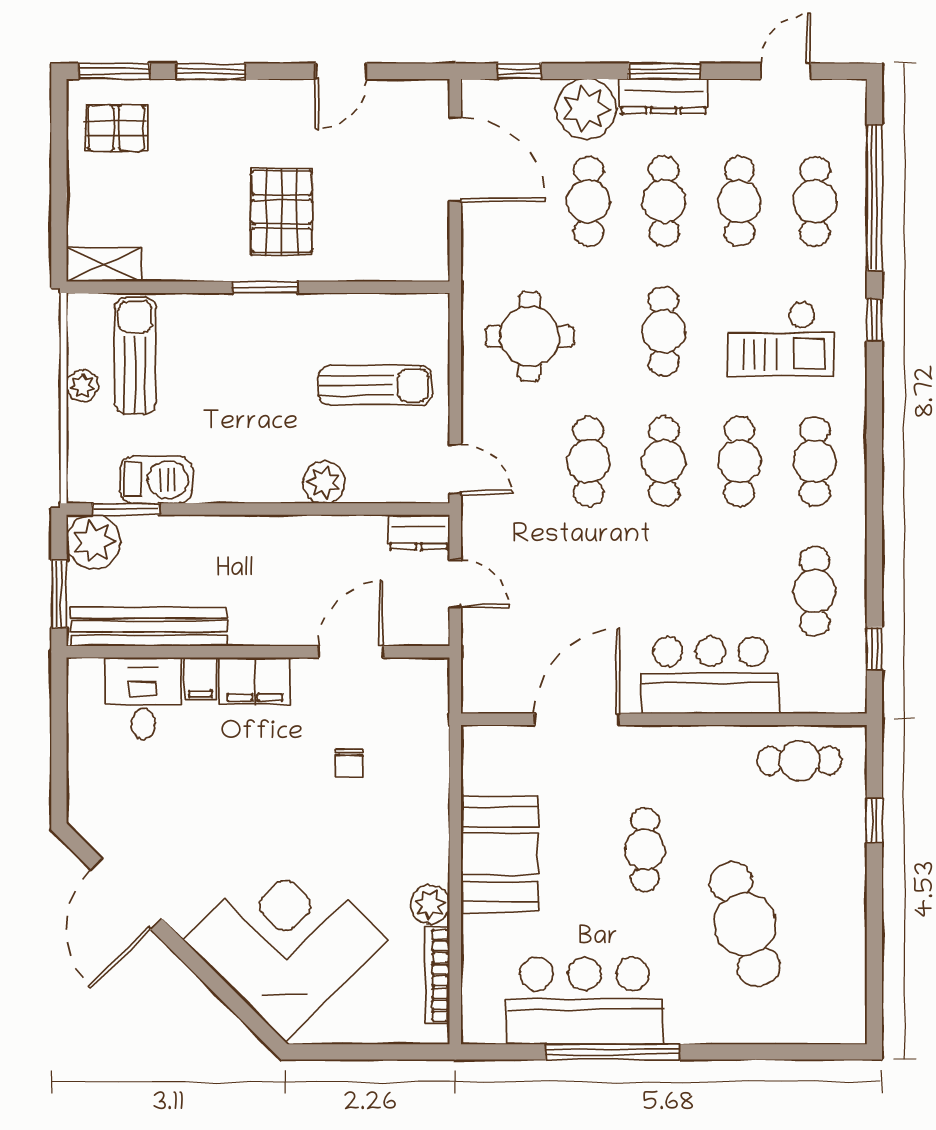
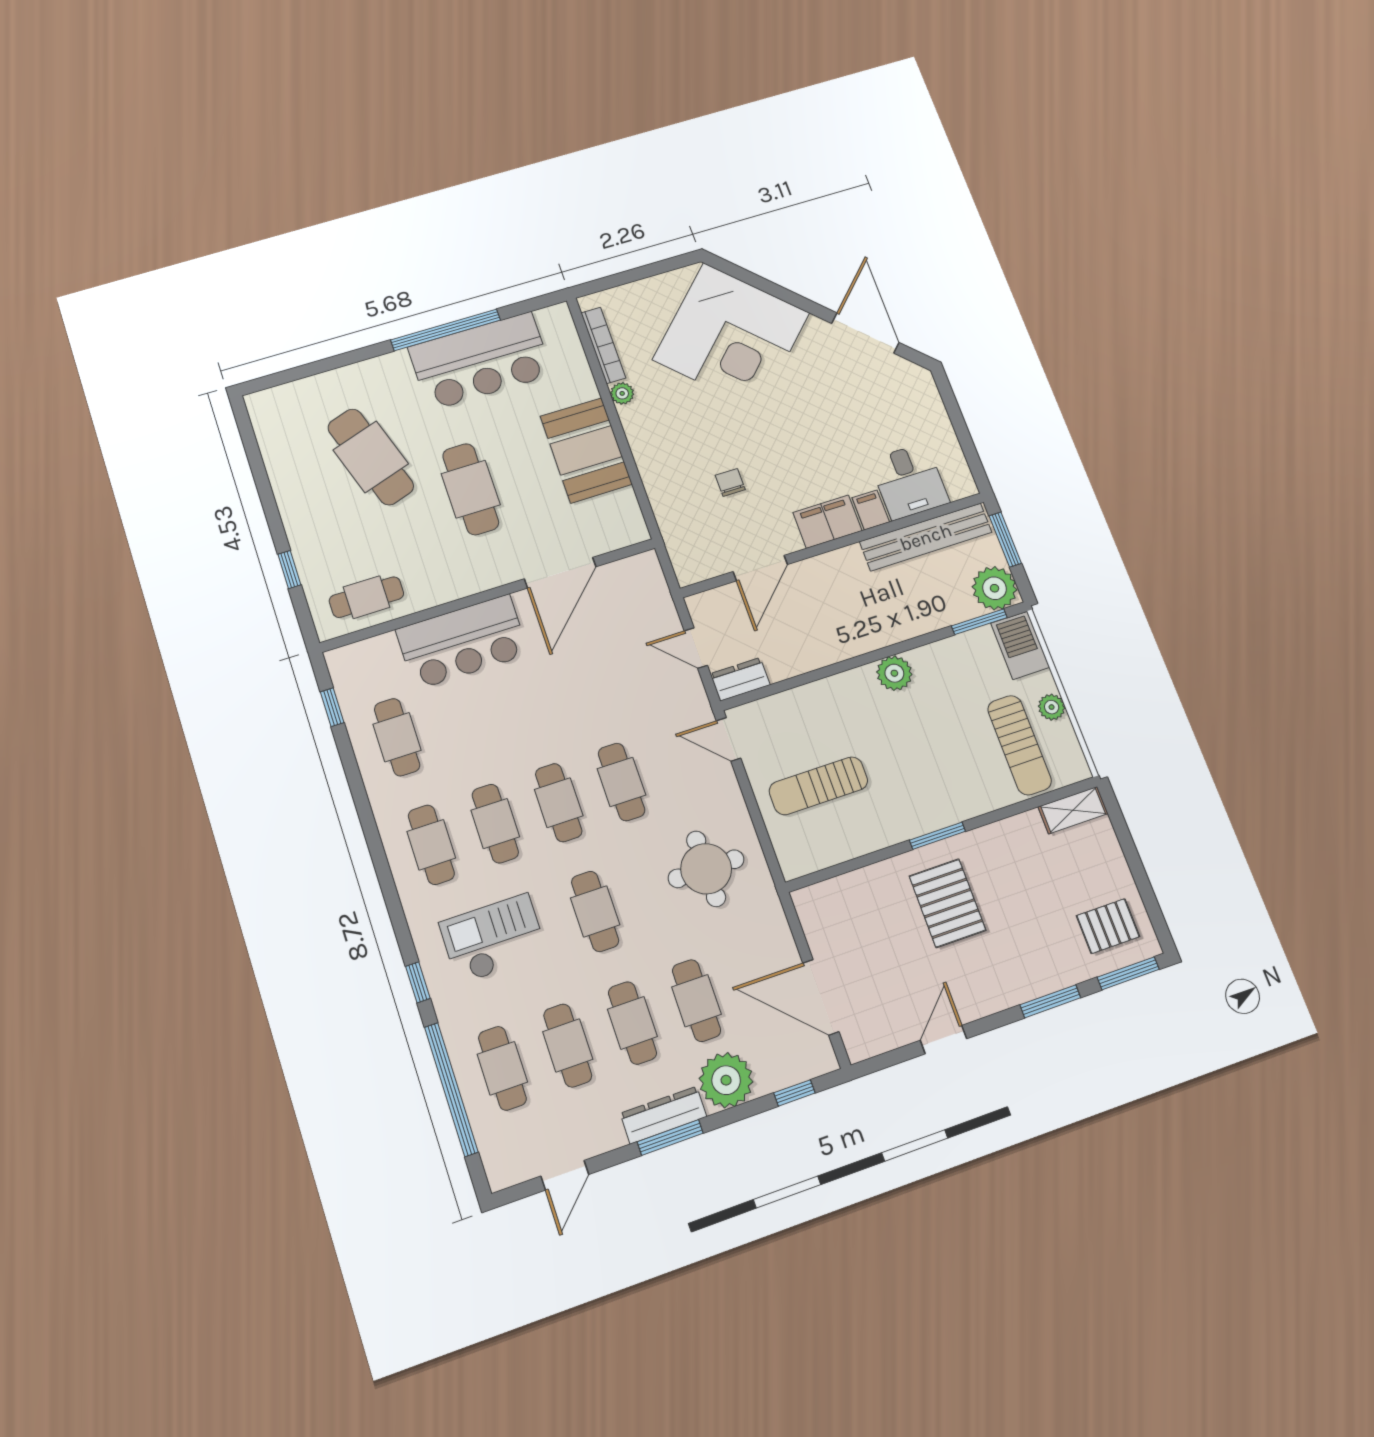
barbecue: (156, 480) -> (1020, 645), moved, turned 90
plant: (324, 482) -> (894, 673), moved
cafe table: (645, 850) -> (471, 489), width x1.37, depth x1.35
plant: (430, 904) -> (622, 393), width x0.73, depth x0.73

